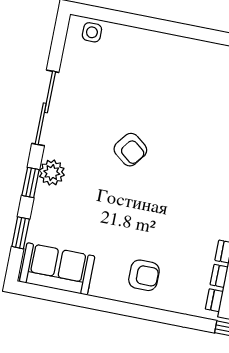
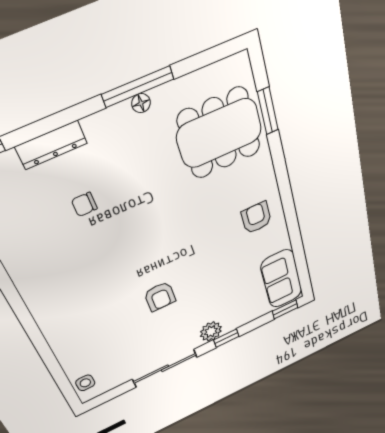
armchair: (130, 150) -> (160, 296), turned 142
window: (21, 233) -> (285, 309), moved

